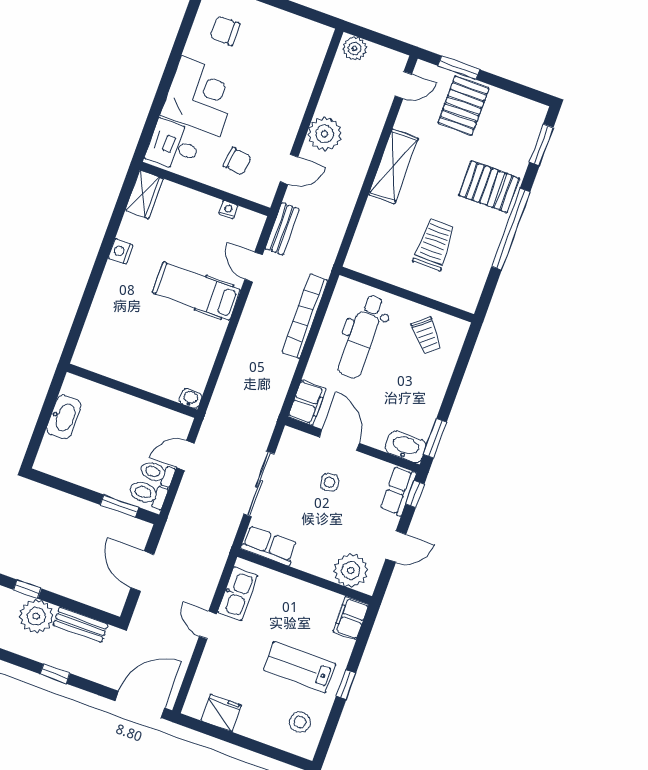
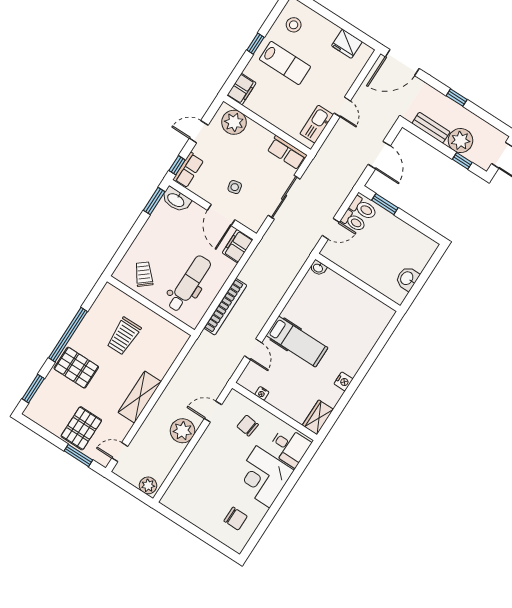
bench: (282, 229) -> (227, 371), removed
washbasin: (64, 417) -> (407, 278), width x0.72

